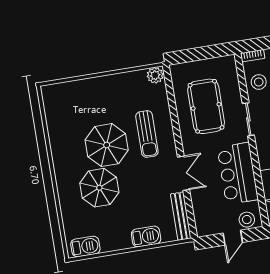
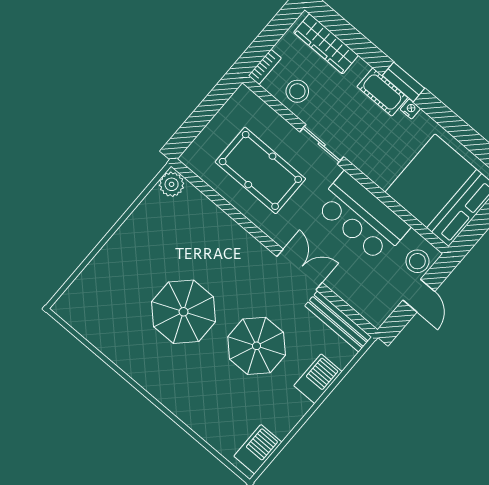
sun lounger: (147, 134) -> (219, 260), removed
parasol: (99, 188) -> (257, 346), moved

